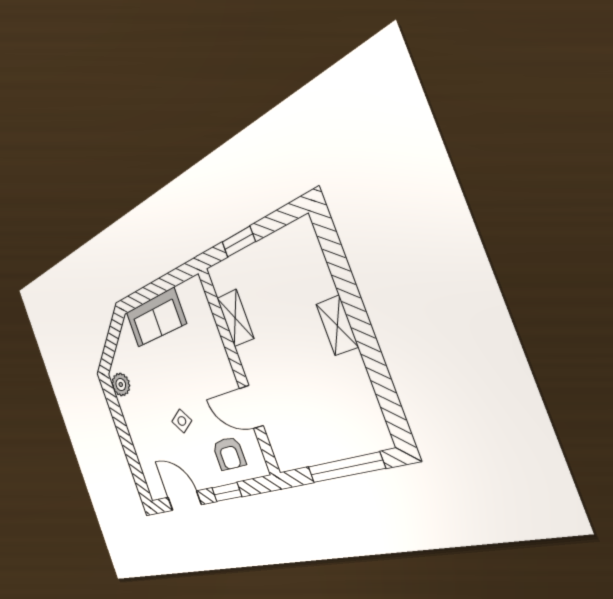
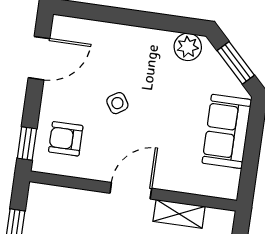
window: (112, 341) -> (236, 63), added
door: (251, 407) -> (131, 191), moved
window: (227, 492) -> (27, 143), moved

